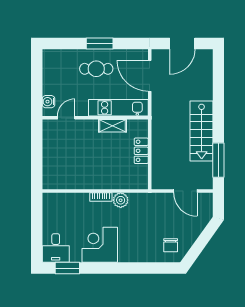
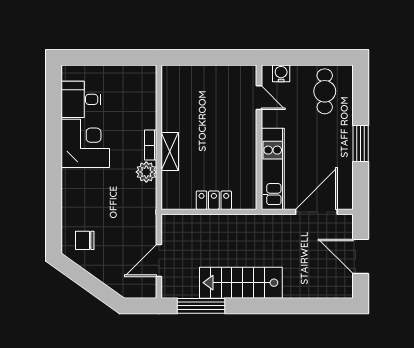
cafe table: (96, 69) -> (325, 91), moved
shelving: (112, 126) -> (170, 152), moved
desk: (56, 248) -> (81, 99), moved
window: (67, 268) -> (54, 99), removed

